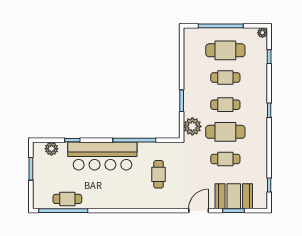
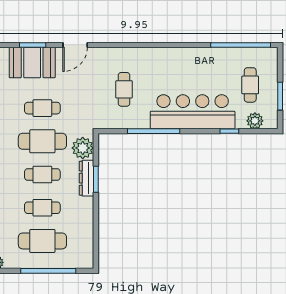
dresser: (189, 102) -> (87, 178), added
cafe table: (67, 199) -> (250, 85), moved, turned 90

